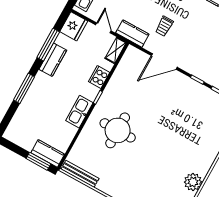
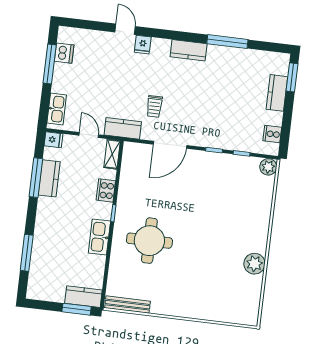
fridge: (74, 26) -> (54, 140), width x0.53, depth x0.75
kitchen counter: (53, 60) -> (49, 178), moved
window: (24, 88) -> (27, 253), moved

